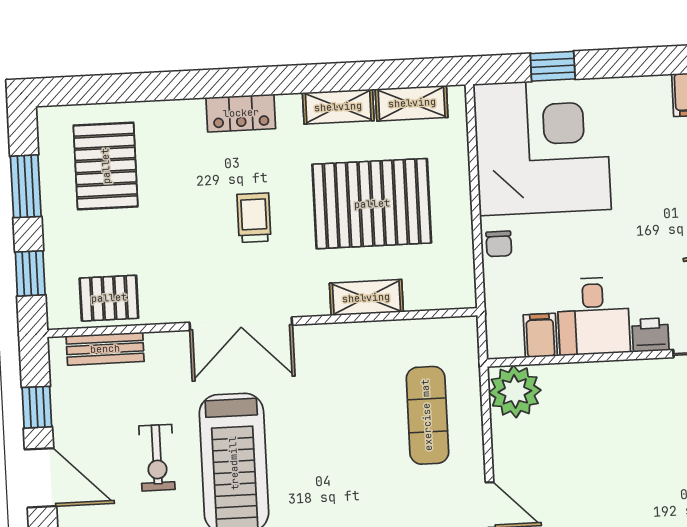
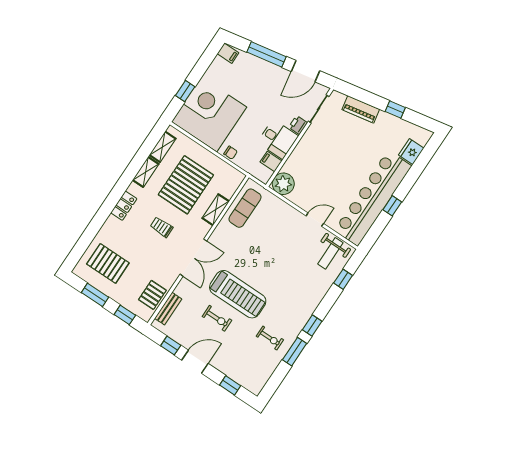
exercise mat: (427, 415) -> (245, 208), moved, turned 90

